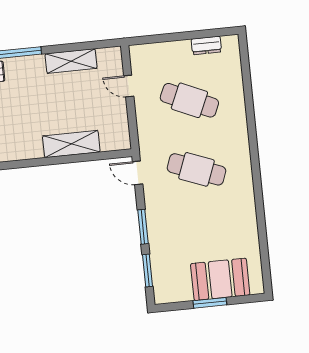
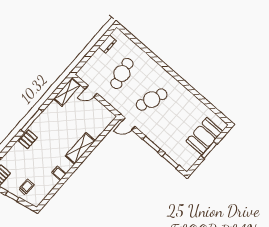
shelving: (71, 61) -> (67, 92), moved
cafe table: (189, 100) -> (122, 73), turned -36
shelving: (71, 144) -> (80, 148), moved

